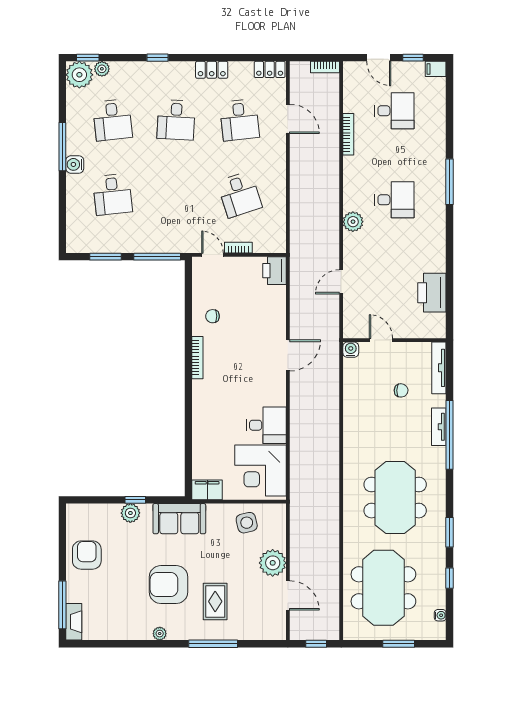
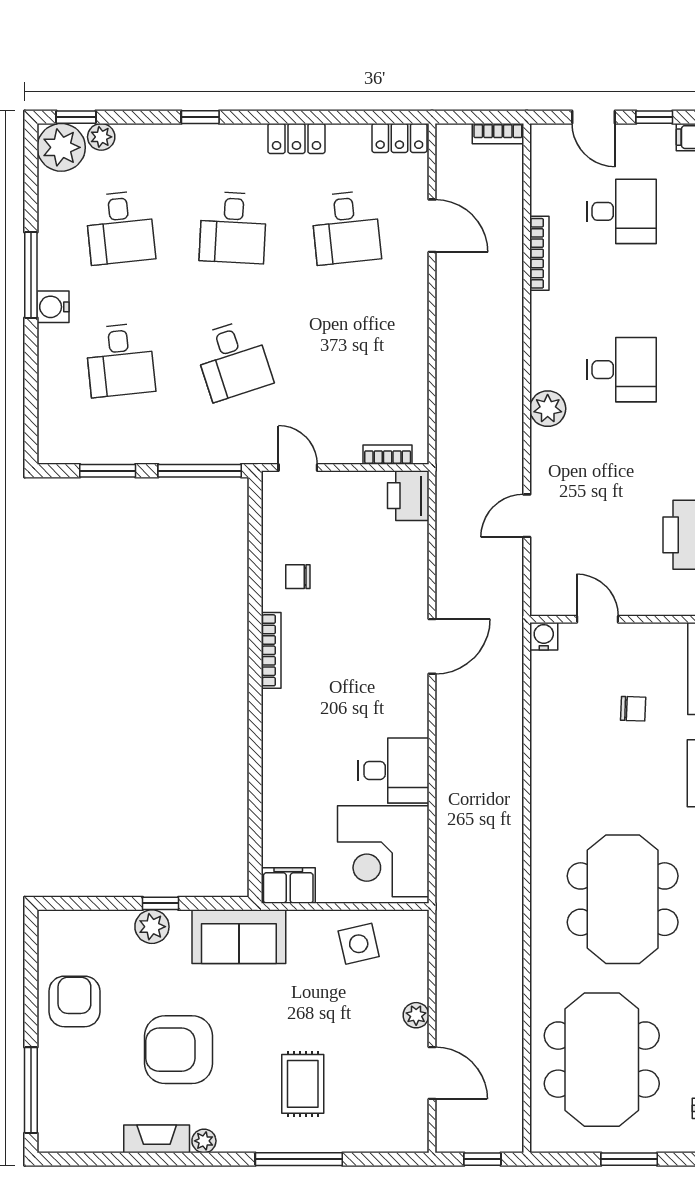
desk: (239, 194) -> (233, 360), moved
bookcase: (238, 248) -> (388, 455), moved
plant: (273, 563) -> (416, 1015), width x0.53, depth x0.53
armchair: (168, 585) -> (179, 1050), moved
fireplace: (74, 622) -> (157, 1139), moved, turned -90

